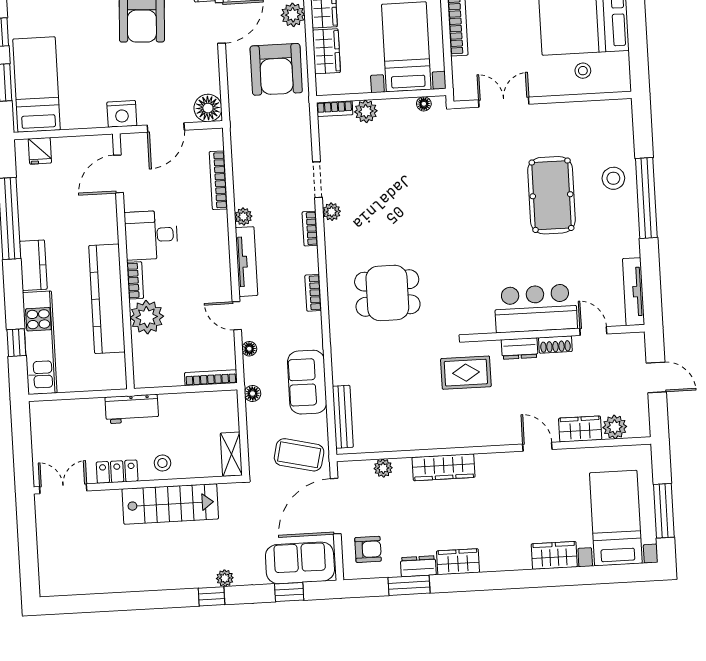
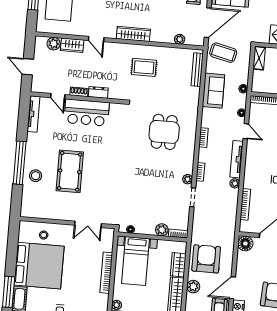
dining table: (387, 293) -> (164, 132), turned 90
rug: (466, 373) -> (144, 67), moved
wardrobe: (444, 467) -> (133, 34), moved

